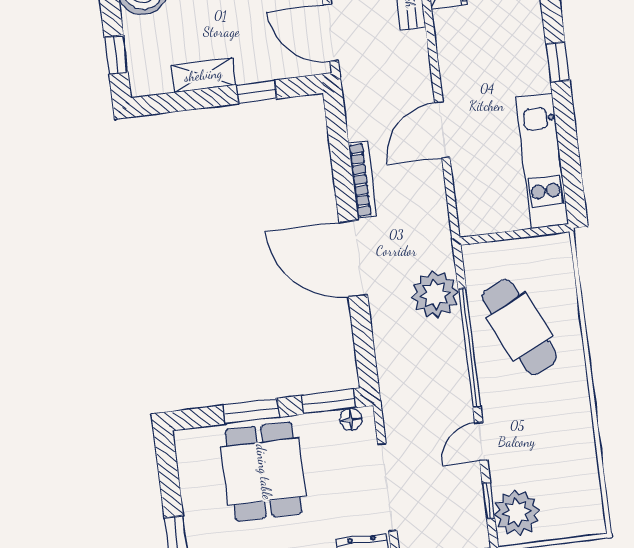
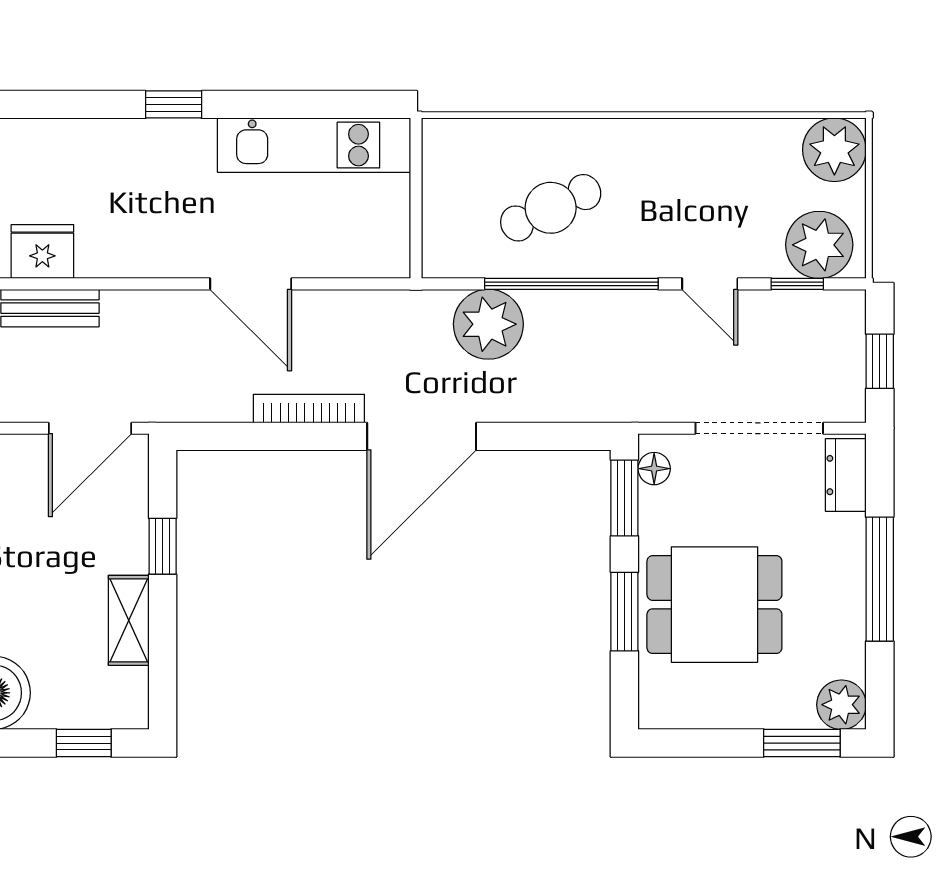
cafe table: (519, 327) -> (551, 208), width x0.73, depth x0.74
plant: (583, 515) -> (834, 150), added

